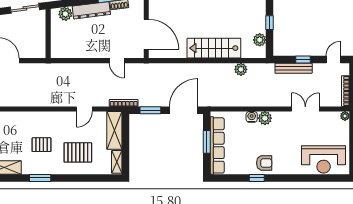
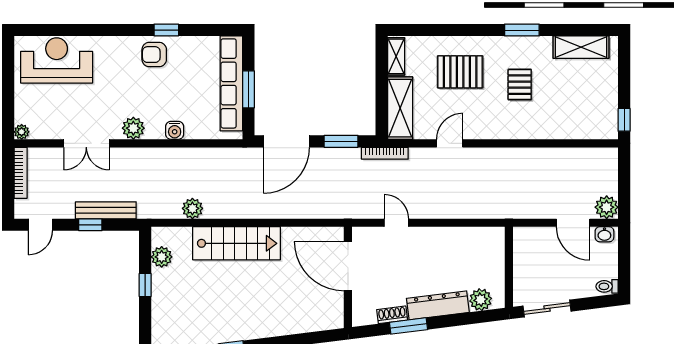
plant: (265, 118) -> (133, 128), moved
pallet: (42, 145) -> (520, 85), turned 90

